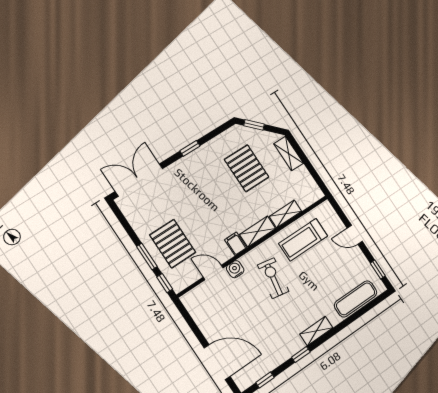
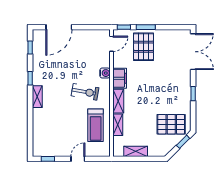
shelving: (289, 154) -> (136, 151), moved
pallet: (247, 168) -> (171, 124), moved
treadmill: (303, 240) -> (96, 125), turned 180
pallet: (173, 244) -> (144, 47), turned 90
filing cabinet: (236, 244) -> (120, 78), width x2.00
door: (213, 272) -> (112, 44), moved
exercise mat: (356, 299) -> (40, 133), removed

